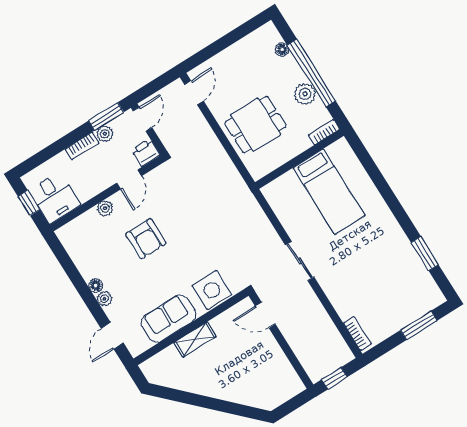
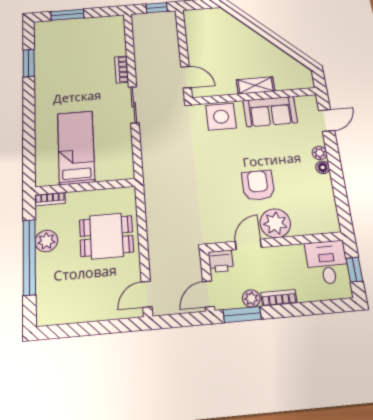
floor lamp: (282, 50) -> (43, 293), removed
plant: (105, 208) -> (275, 223), width x1.88, depth x1.88
bookcase: (357, 334) -> (122, 69), moved

